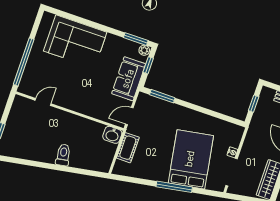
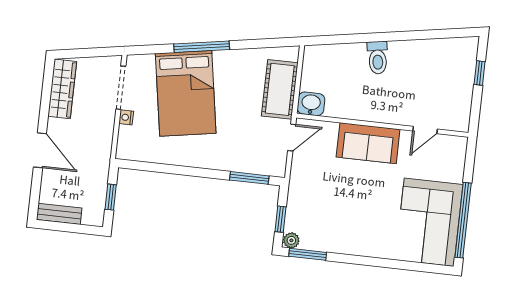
corner sofa: (75, 42) -> (429, 222), moved, turned -90
window: (24, 62) -> (463, 220), moved
sofa: (129, 79) -> (368, 143), moved, turned 90
cot: (128, 148) -> (280, 89), width x1.37, depth x1.34

